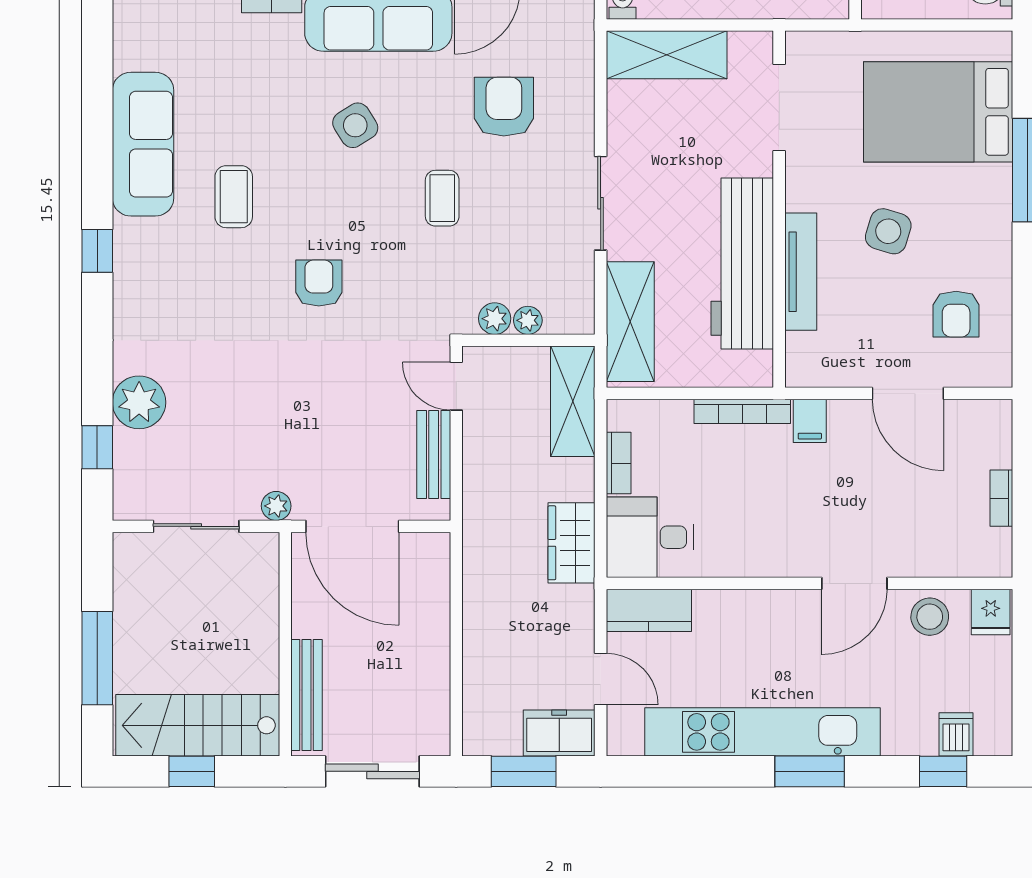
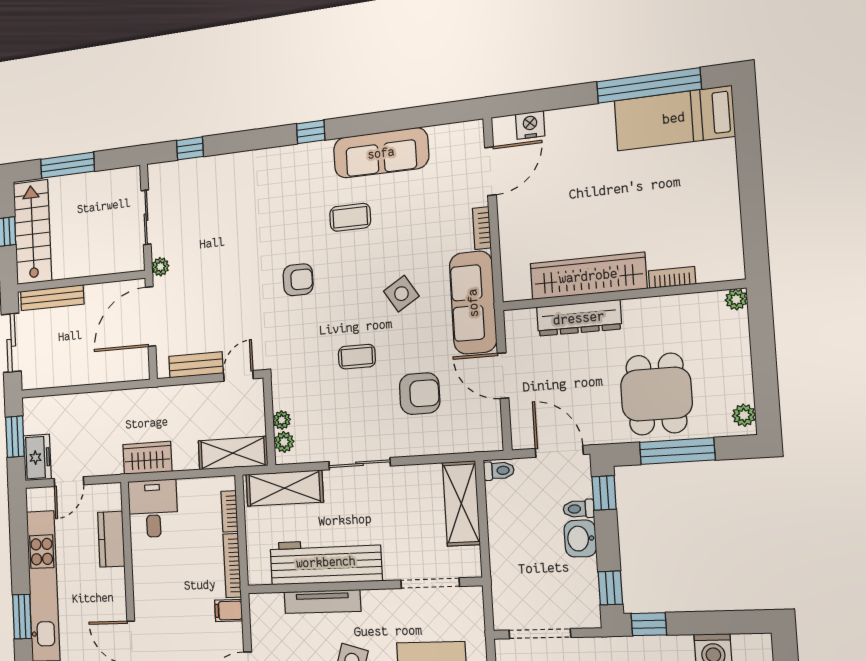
plant: (495, 319) -> (284, 442), moved
plant: (139, 402) -> (218, 171), removed
bookcase: (619, 463) -> (229, 511), moved, turned 90
kitchen counter: (649, 610) -> (111, 539), moved

